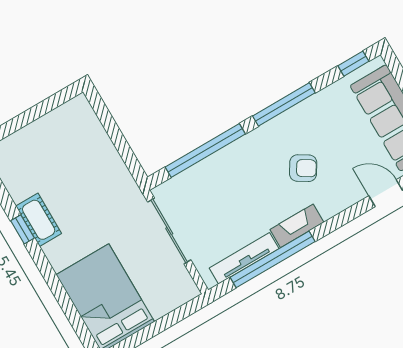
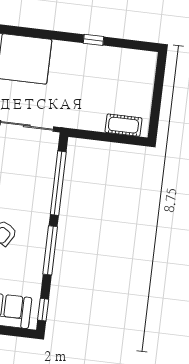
cot: (39, 220) -> (123, 125), moved

